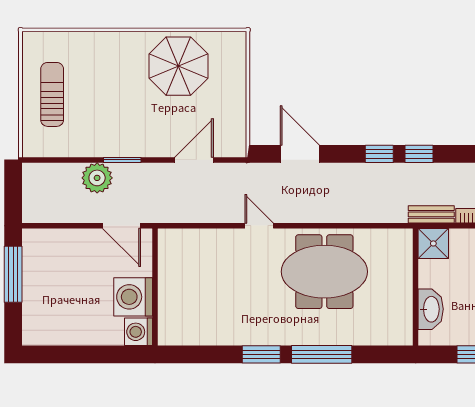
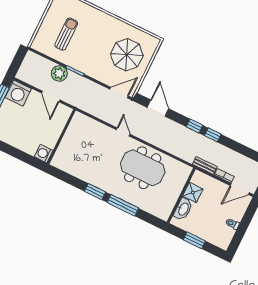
parasol: (178, 66) -> (127, 55), moved
sun lounger: (52, 94) -> (66, 34), moved
door: (194, 160) -> (119, 92), moved
door: (122, 226) -> (51, 96), moved
shower: (433, 243) -> (193, 192), moved
washing machine: (133, 297) -> (18, 93), moved, turned -90

